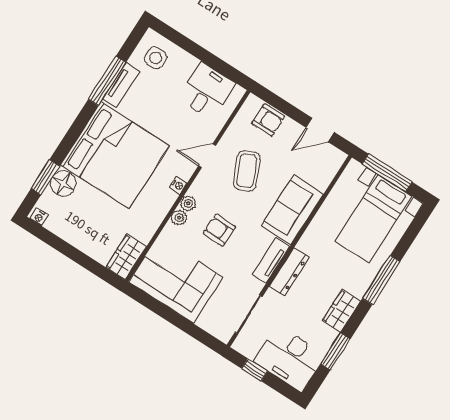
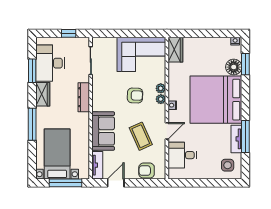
desk: (207, 91) -> (182, 155), moved, turned 90
tv unit: (271, 261) -> (97, 165), moved
desk: (290, 358) -> (50, 63), moved, turned -90

